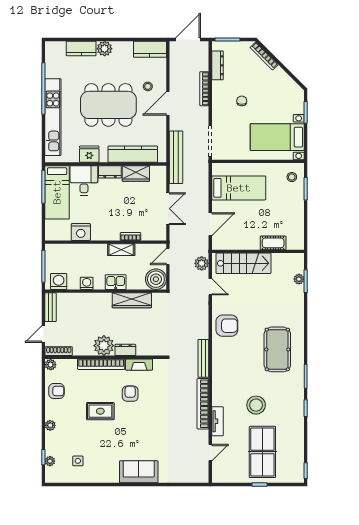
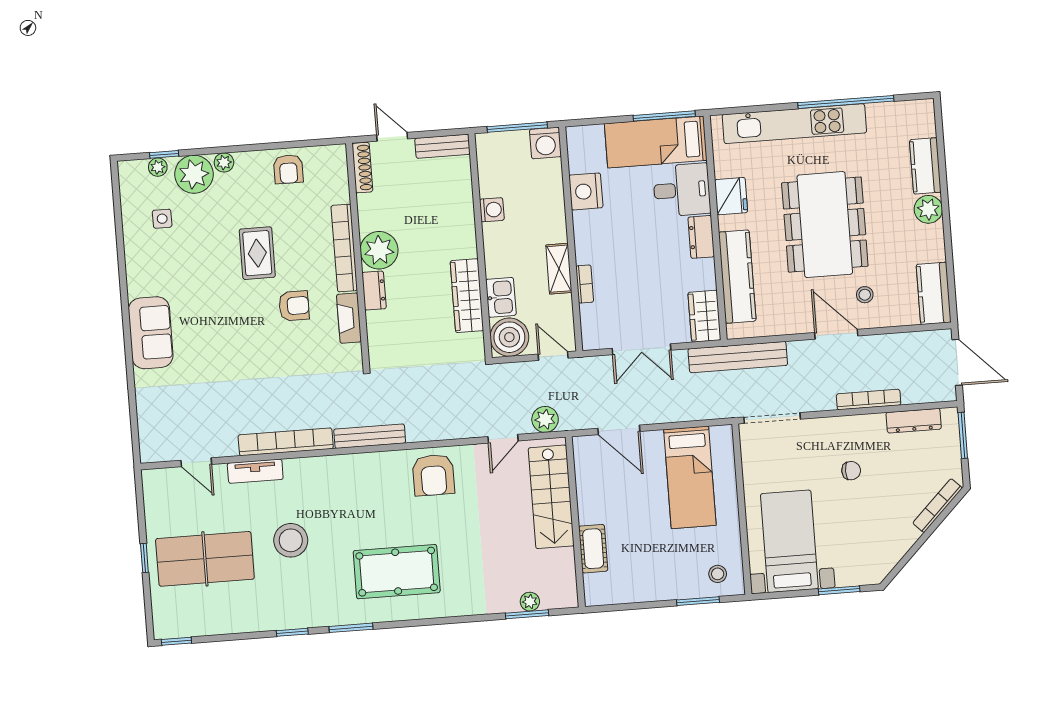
wardrobe: (136, 173) -> (704, 316), moved
washing machine: (59, 281) -> (545, 143), moved, turned 90
kitchen sink: (116, 282) -> (501, 297), moved
plant: (51, 365) -> (194, 174), moved, width x1.87, depth x1.87

